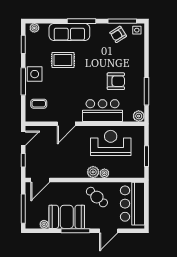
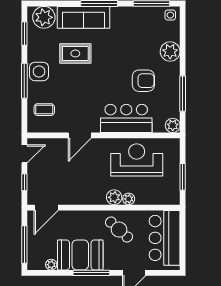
plant: (34, 28) -> (44, 17), width x1.87, depth x1.87
armchair: (118, 34) -> (146, 20), removed
plant: (137, 59) -> (170, 52), added

